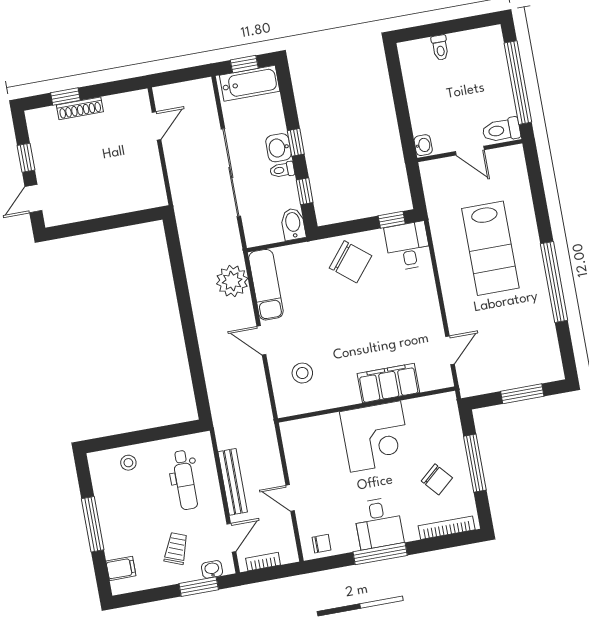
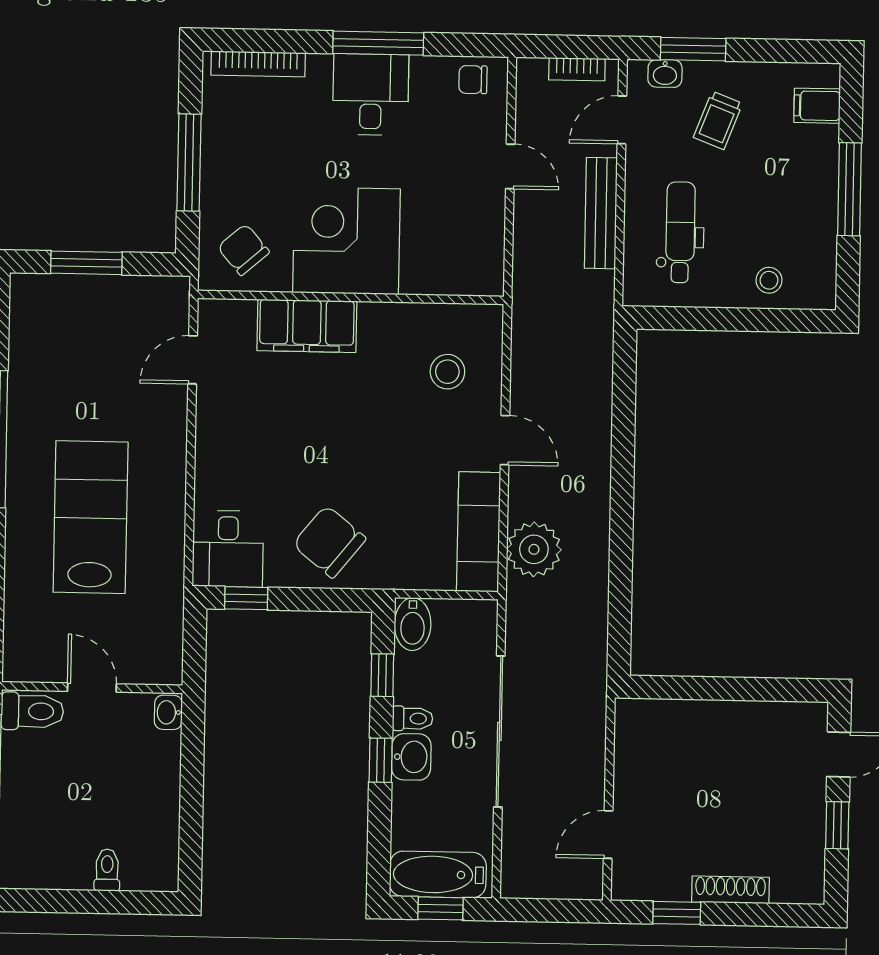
window: (65, 97) -> (677, 913), moved
chair: (437, 479) -> (243, 250), moved

